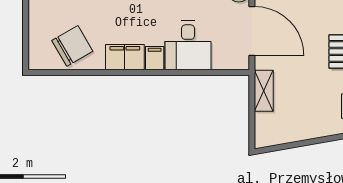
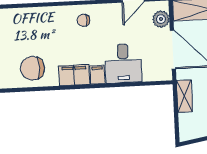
chair: (72, 46) -> (32, 68), turned -150

